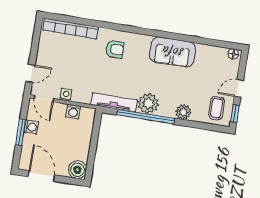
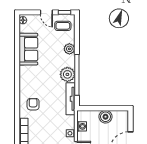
sofa: (173, 52) -> (28, 49), moved
boiler: (77, 170) -> (105, 117), moved

